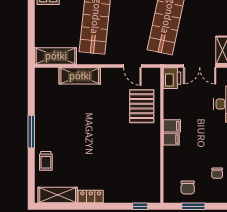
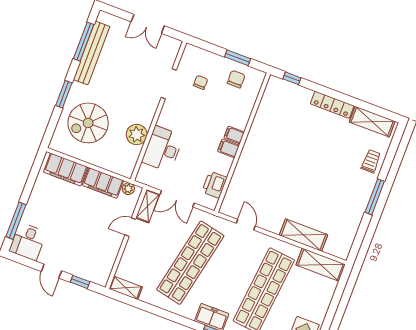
double door: (200, 66) -> (177, 199), swing flipped
printer: (172, 78) -> (214, 185), moved
pallet: (142, 106) -> (252, 180), removed
locker: (91, 197) -> (332, 105), width x1.53

